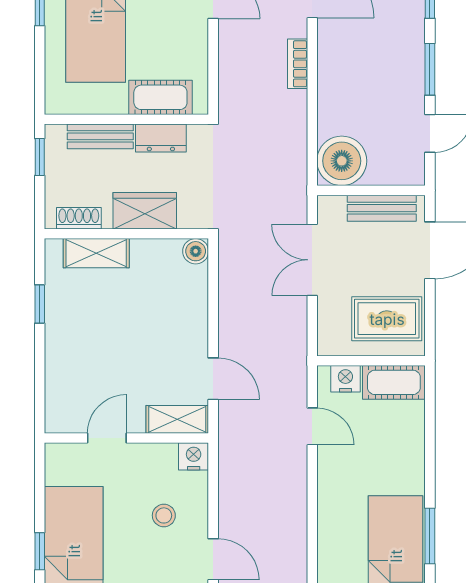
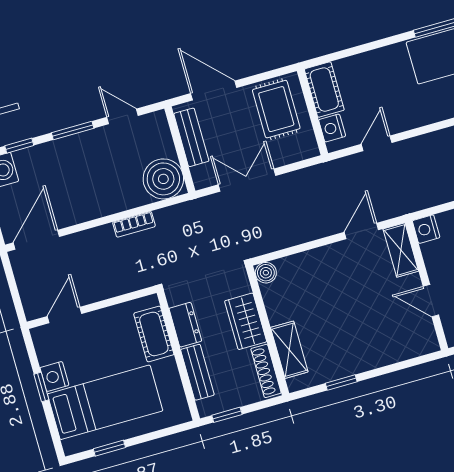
bookcase: (298, 64) -> (134, 224), moved
shoe rack: (79, 218) -> (266, 371), width x1.43
double door: (312, 260) -> (247, 180), swing flipped

